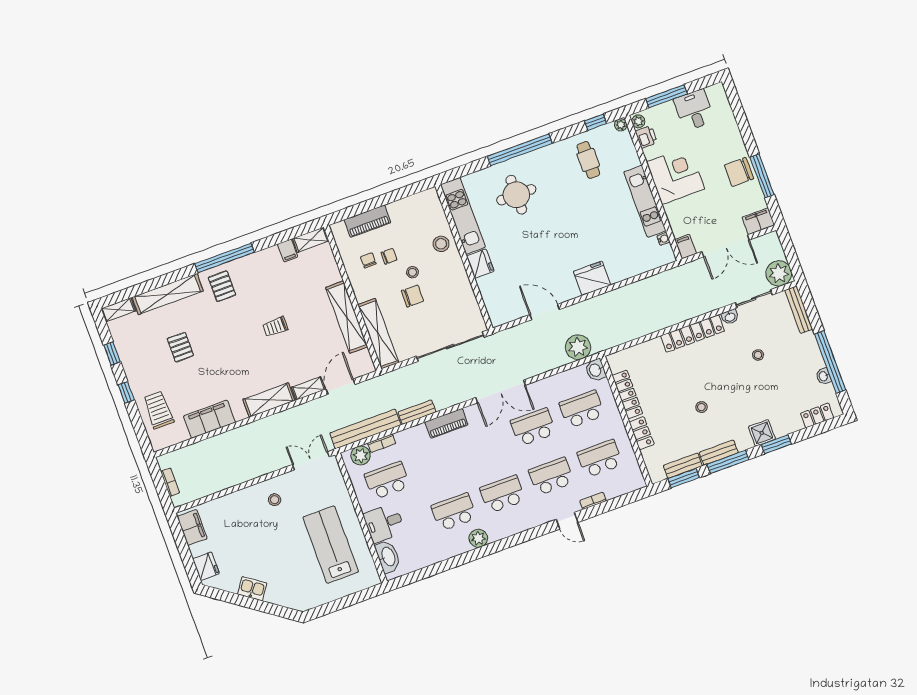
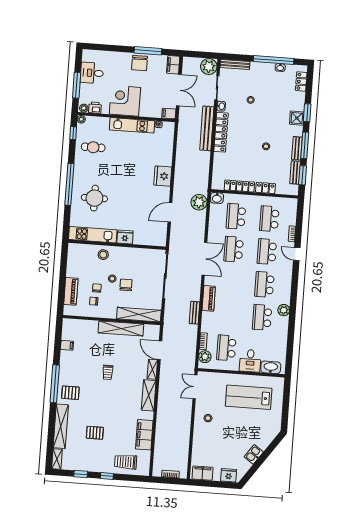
shelving: (311, 240) -> (67, 329), removed
bench: (365, 429) -> (207, 128), moved
door: (567, 521) -> (297, 254), swing flipped

